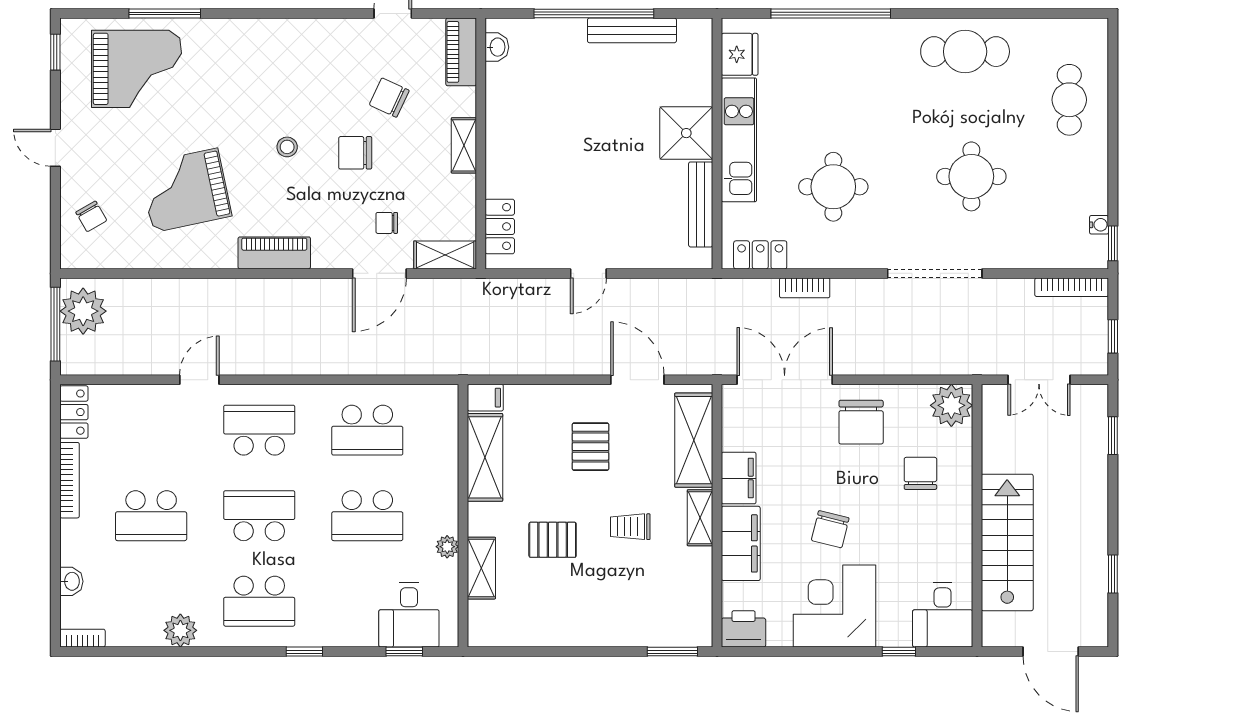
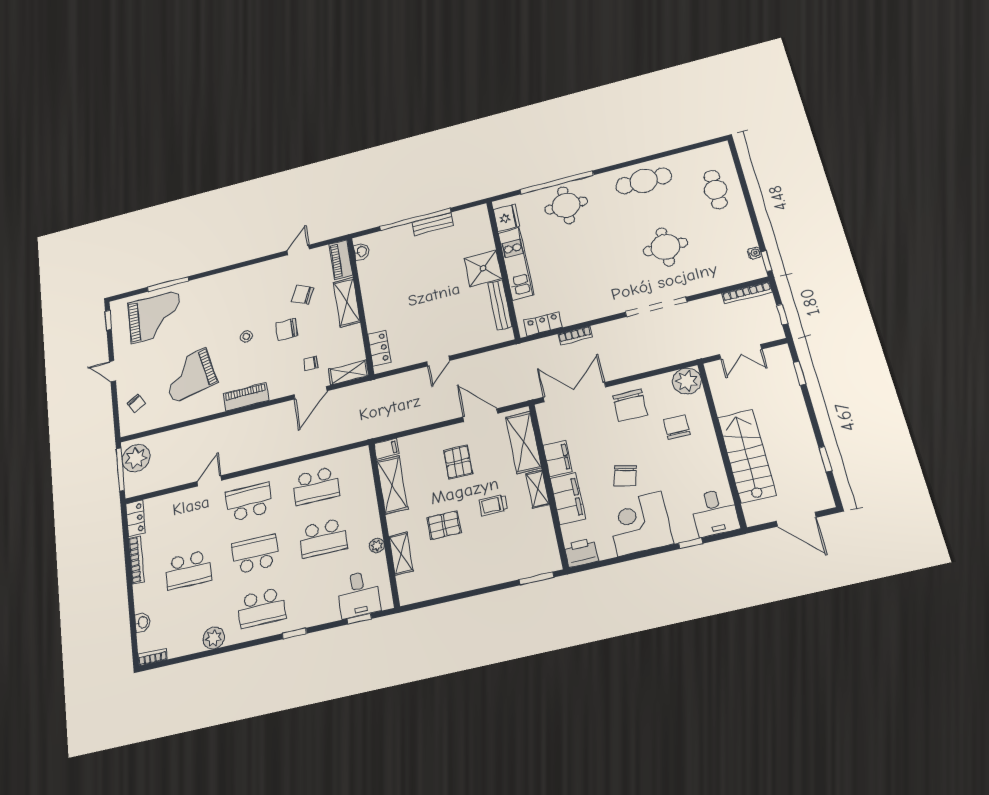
bench: (632, 30) -> (433, 224), width x0.73
shelving: (464, 145) -> (347, 302), width x1.50, depth x1.33
round table: (833, 187) -> (566, 205), moved

